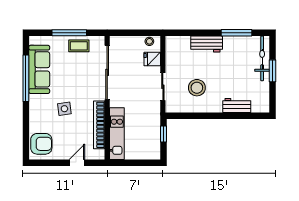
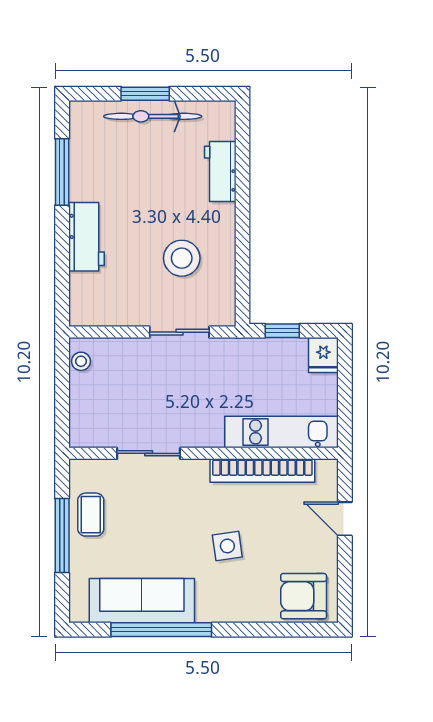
bicycle: (262, 58) -> (153, 116), moved
fridge: (152, 59) -> (323, 355), moved
sliding door: (107, 72) -> (149, 453), width x0.54
armchair: (41, 144) -> (304, 596), turned -90

